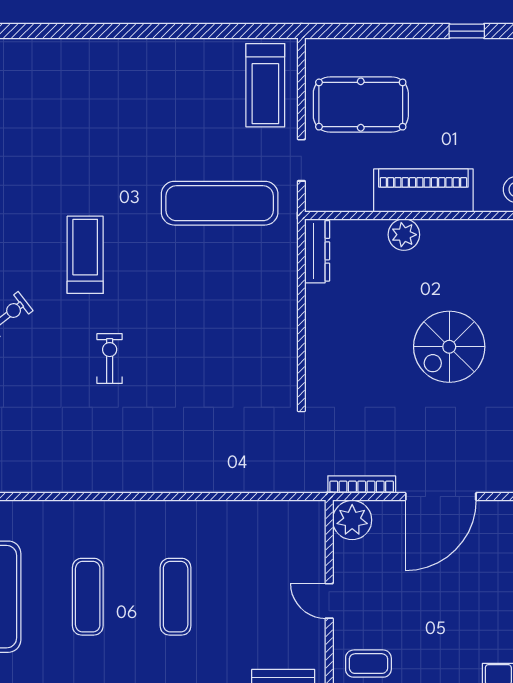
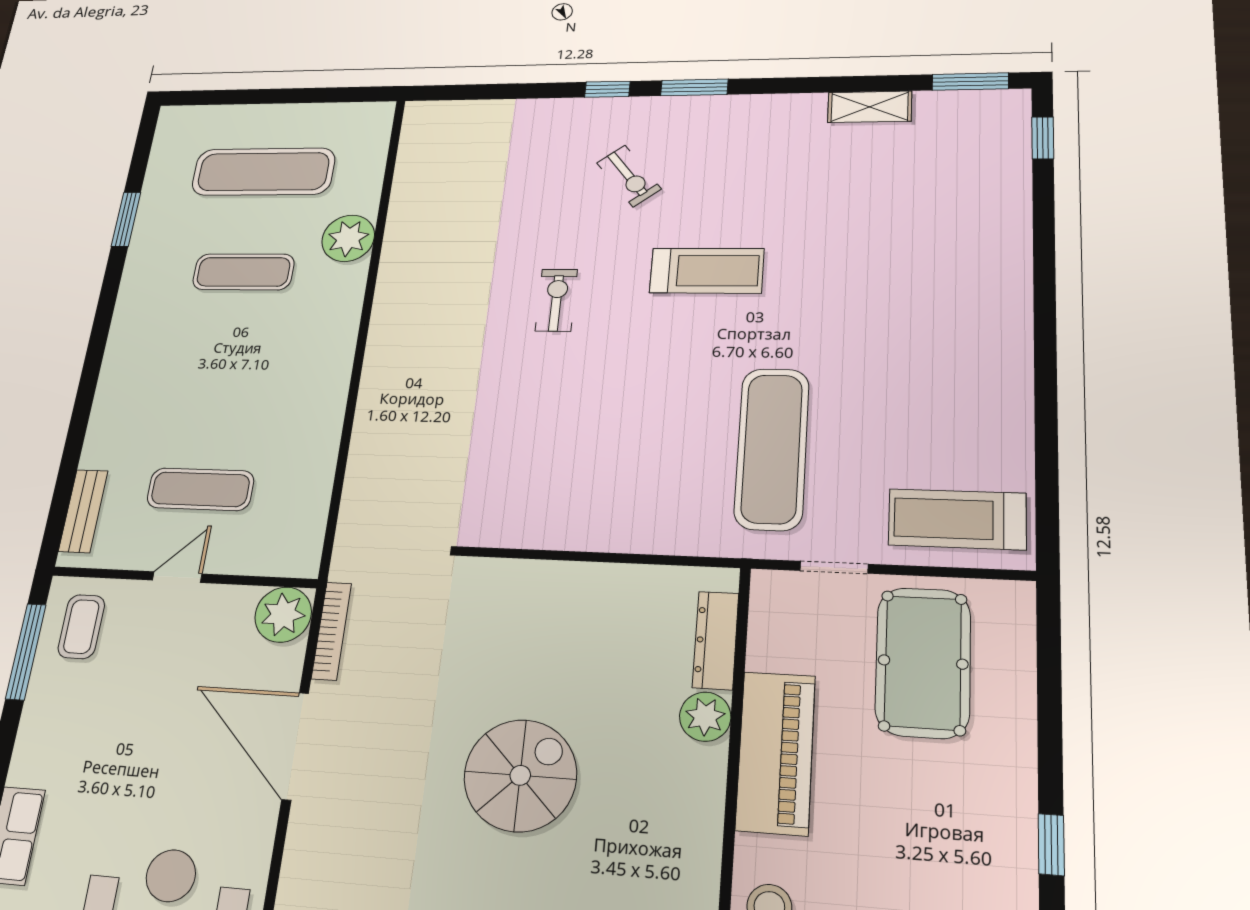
dresser: (317, 251) -> (716, 640), moved, turned 90
spiral stairs: (449, 347) -> (520, 775), turned 90
exercise bike: (110, 359) -> (556, 300), turned -90
plant: (59, 520) -> (348, 238), added
exercise mat: (176, 597) -> (200, 489), moved

